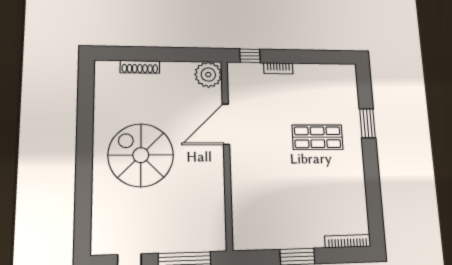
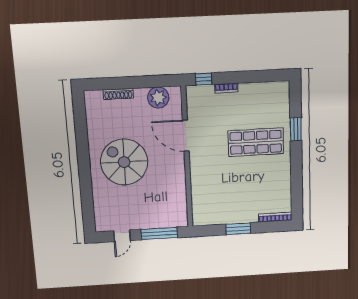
plant: (208, 75) -> (158, 98), moved
door: (226, 124) -> (186, 136), hinge flipped
shop shelf: (318, 137) -> (256, 142), width x1.43, depth x1.36

